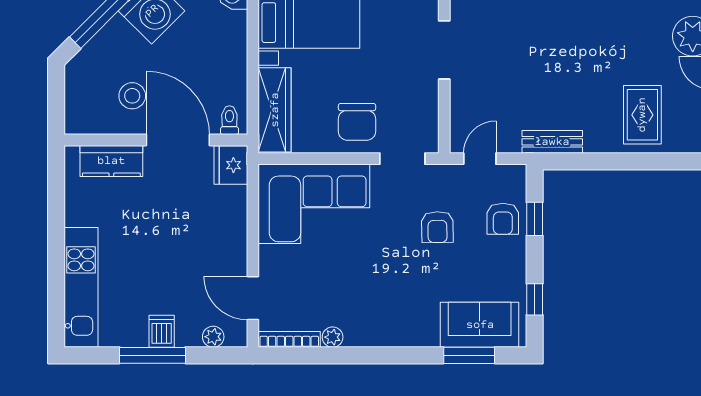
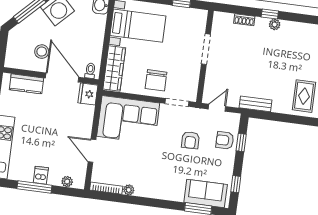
armchair: (503, 219) -> (225, 140), turned 90
door: (253, 298) -> (92, 151), moved

